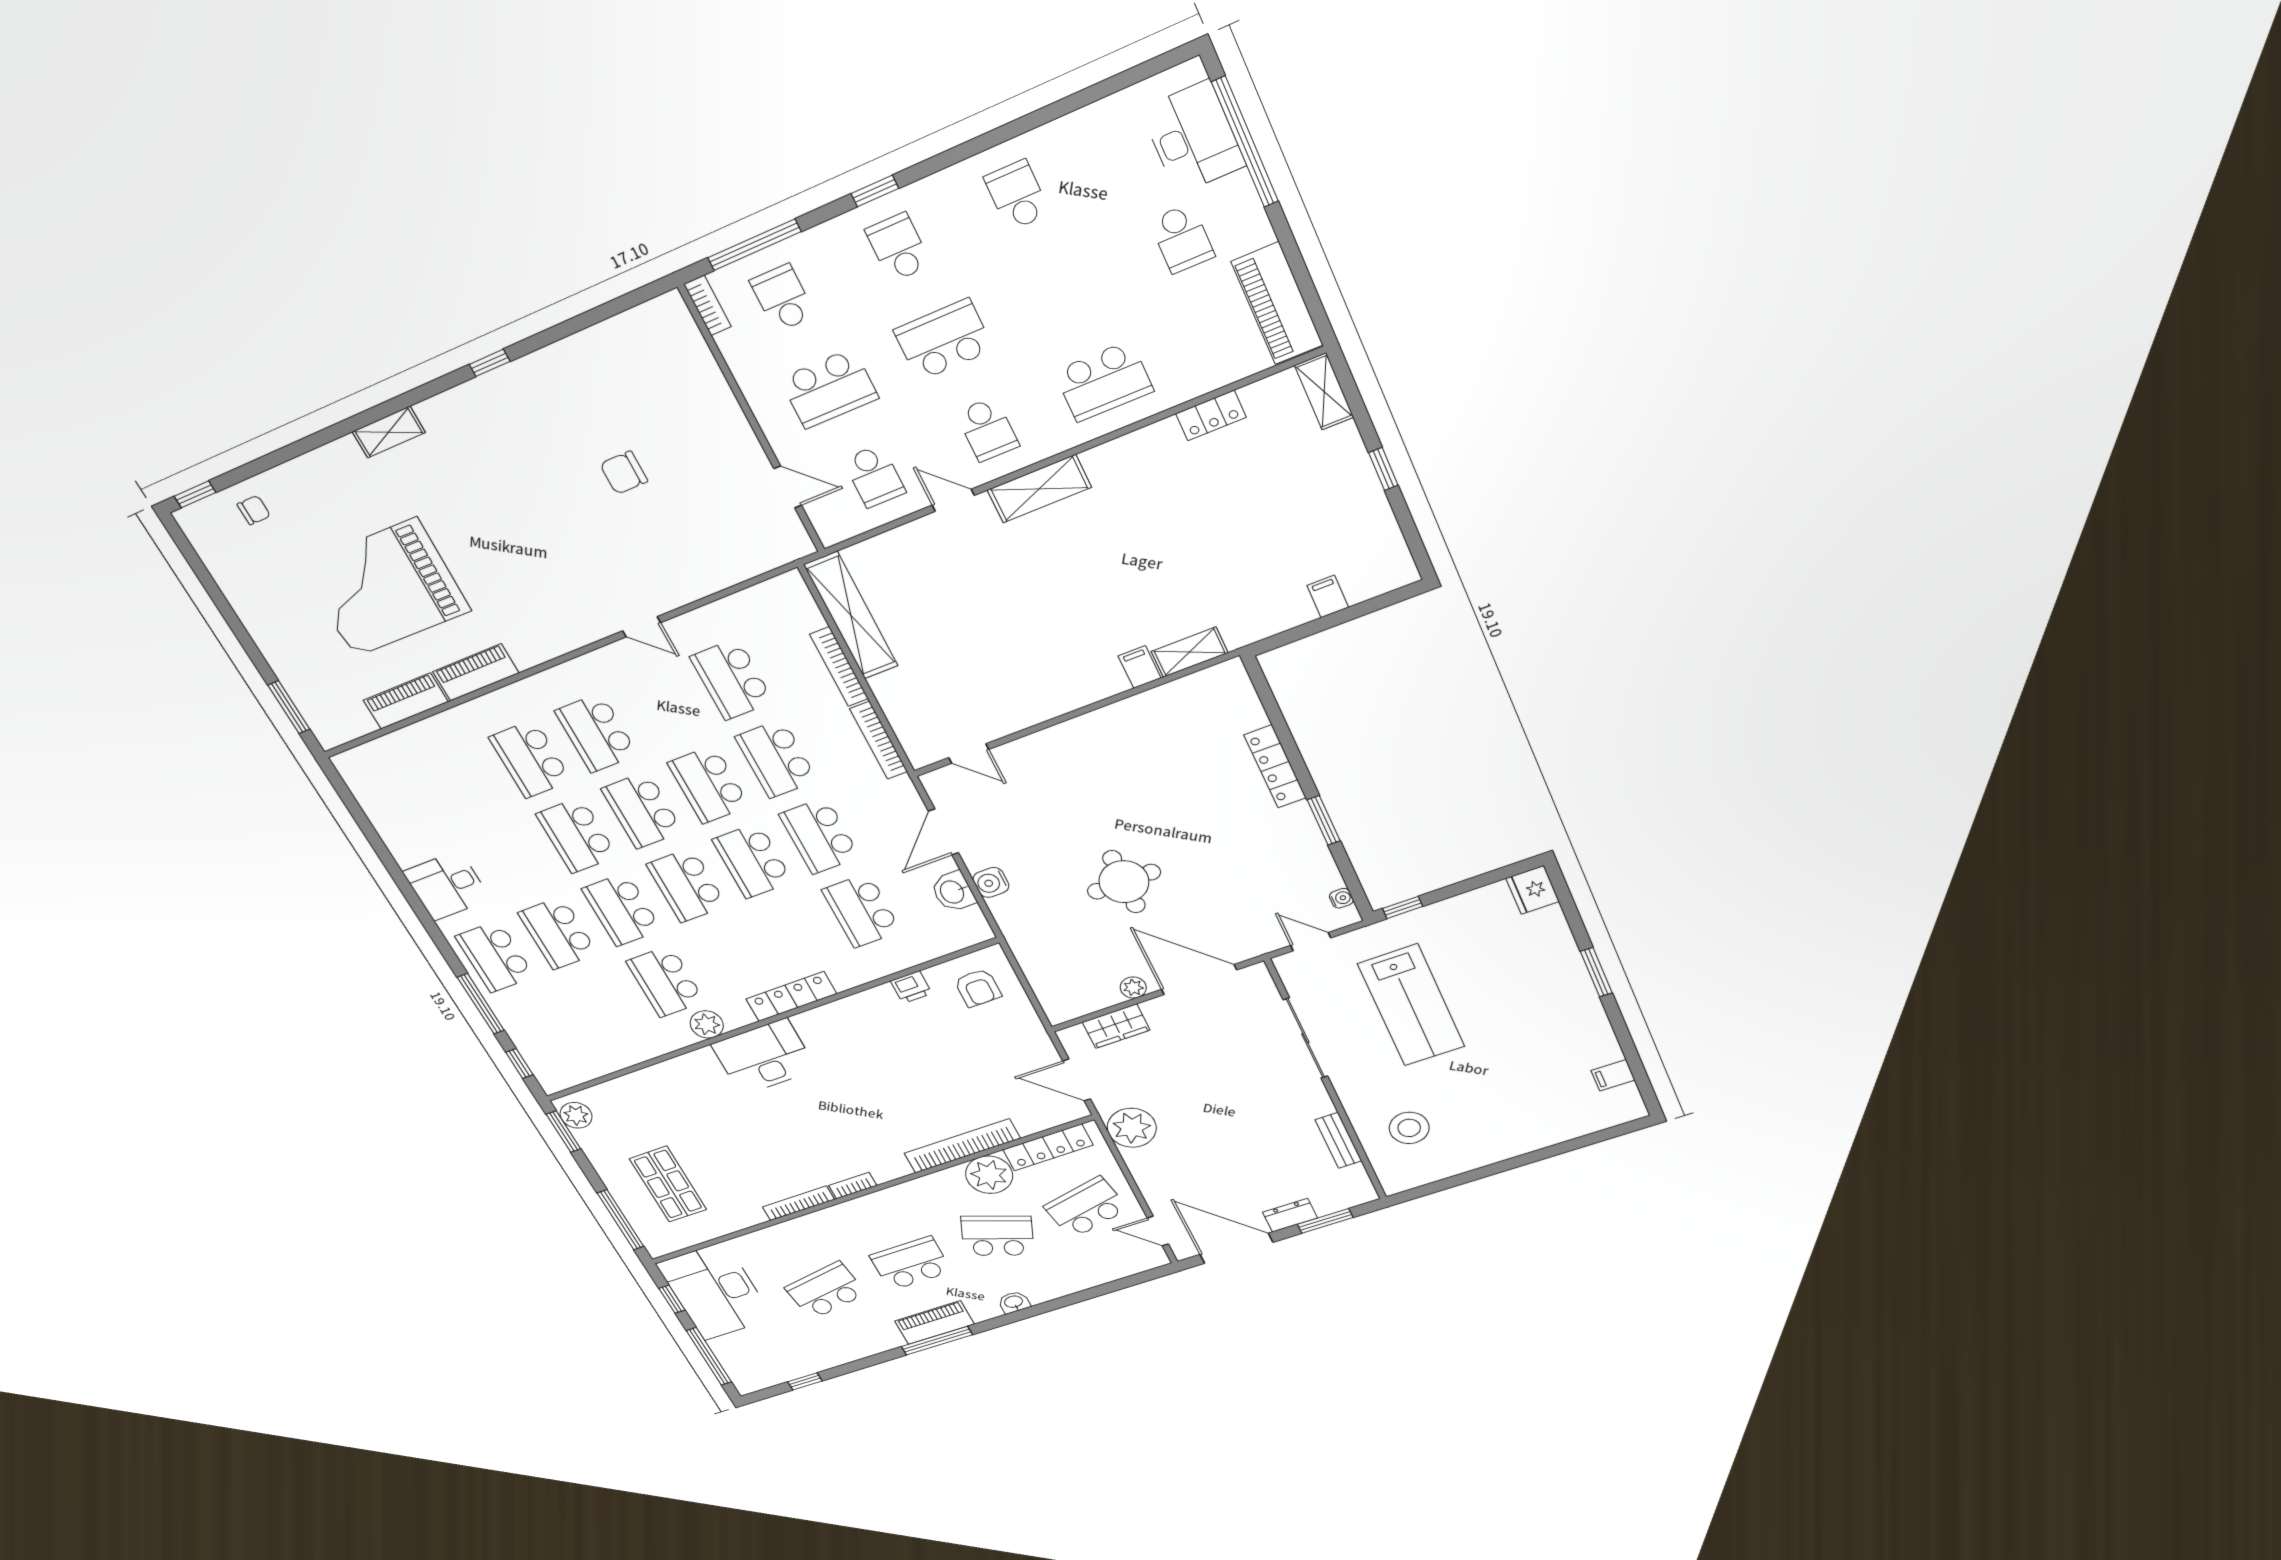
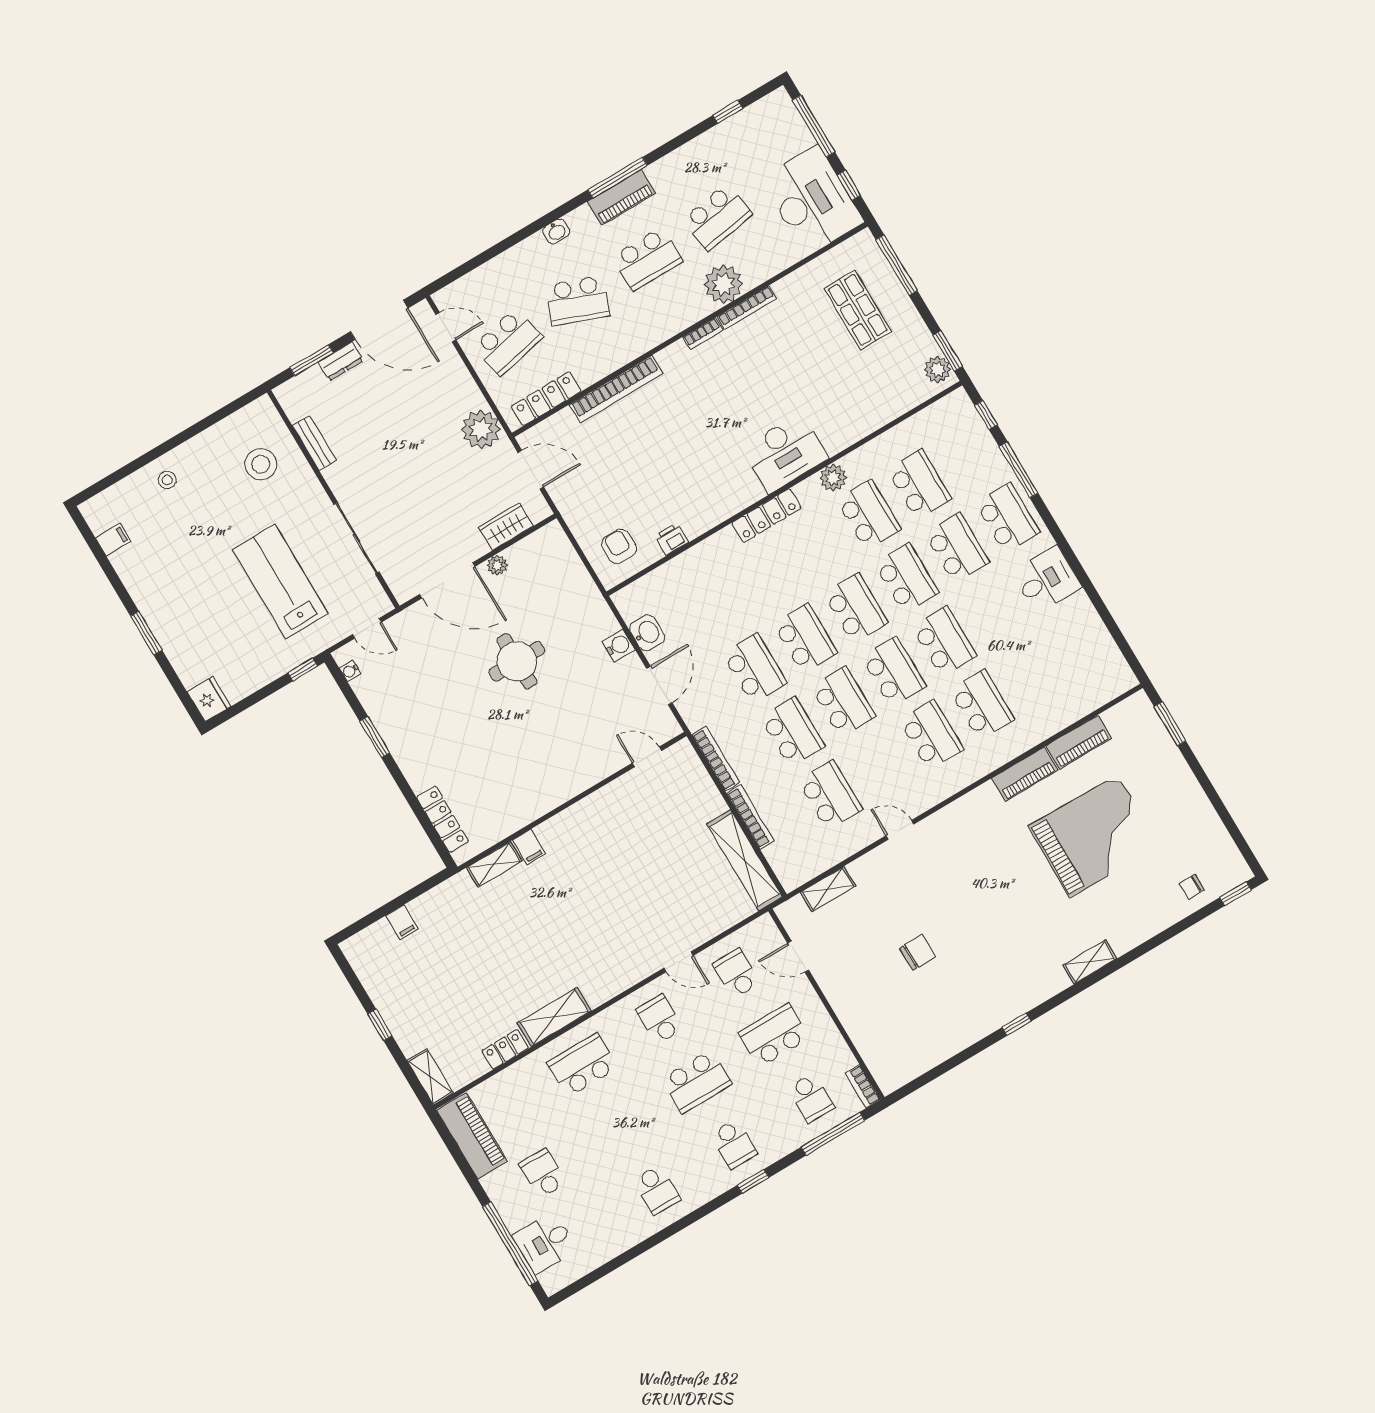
desk: (1193, 137) -> (545, 1243), width x0.73
shelving: (1039, 489) -> (554, 1017), moved
shelving: (742, 567) -> (828, 889), added
locker: (1275, 767) -> (443, 819), moved
school desk: (861, 911) -> (919, 484), moved
stool: (1529, 1127) -> (167, 480), added
plant: (989, 1175) -> (723, 284), moved

